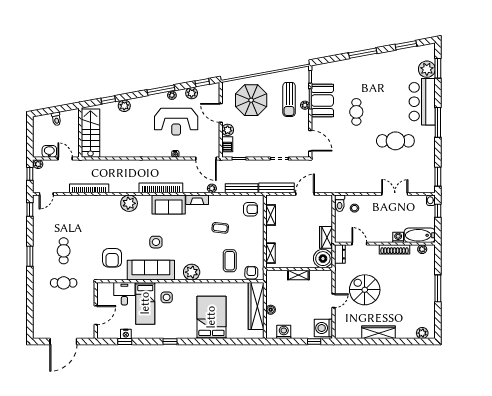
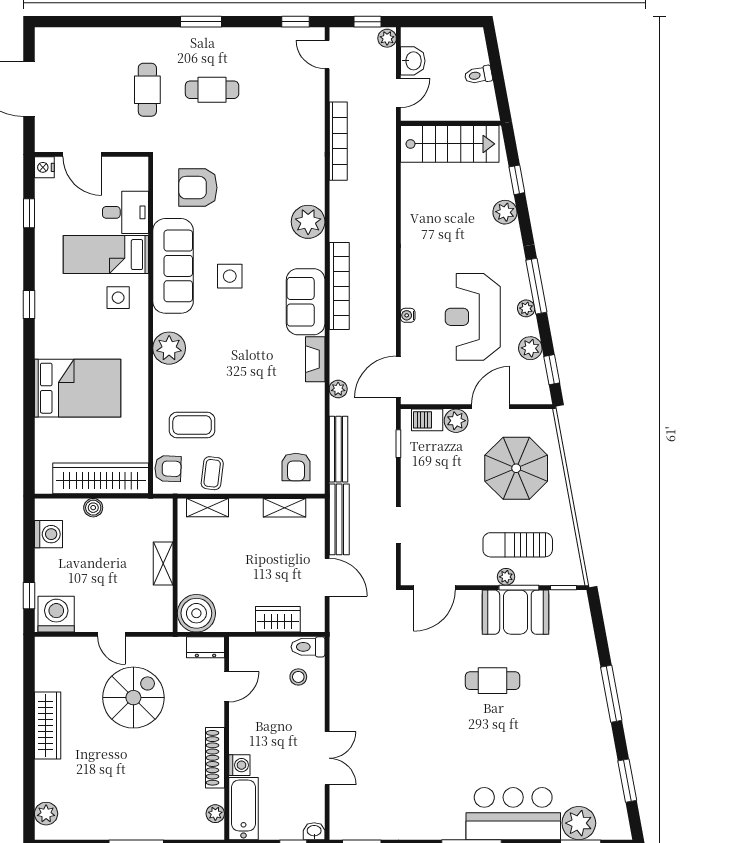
cafe table: (395, 141) -> (434, 760), removed
coffee table: (220, 228) -> (212, 473), moved
wardrobe: (326, 237) -> (278, 619), moved
nightstand: (126, 334) -> (44, 167), moved

